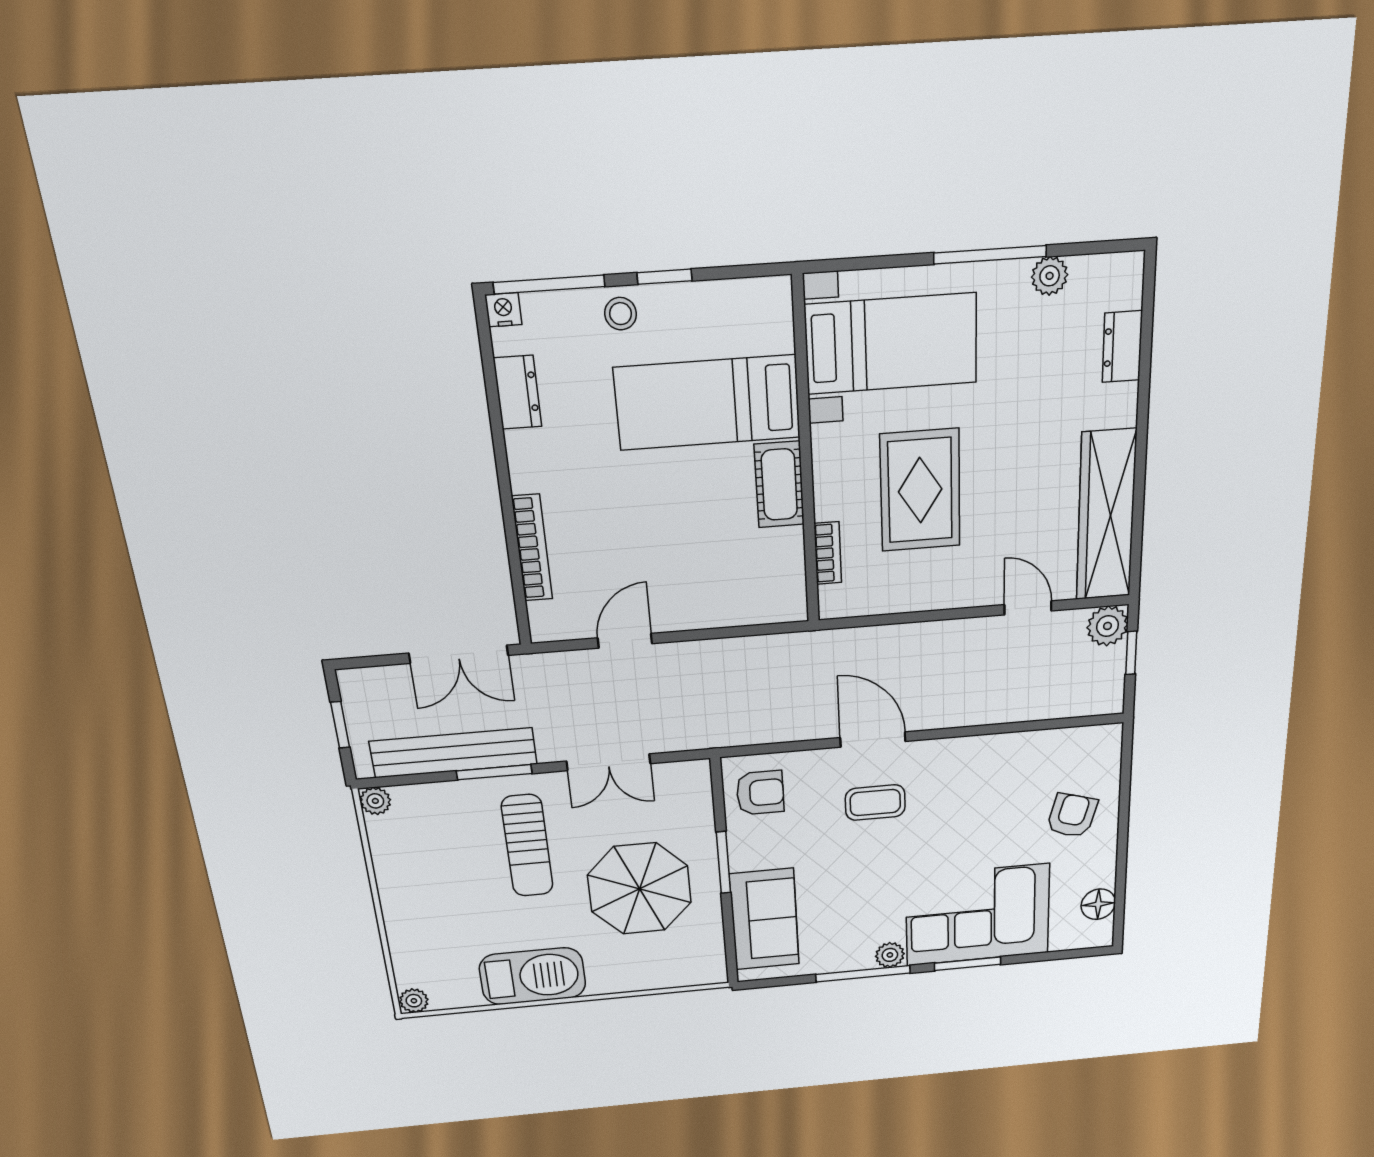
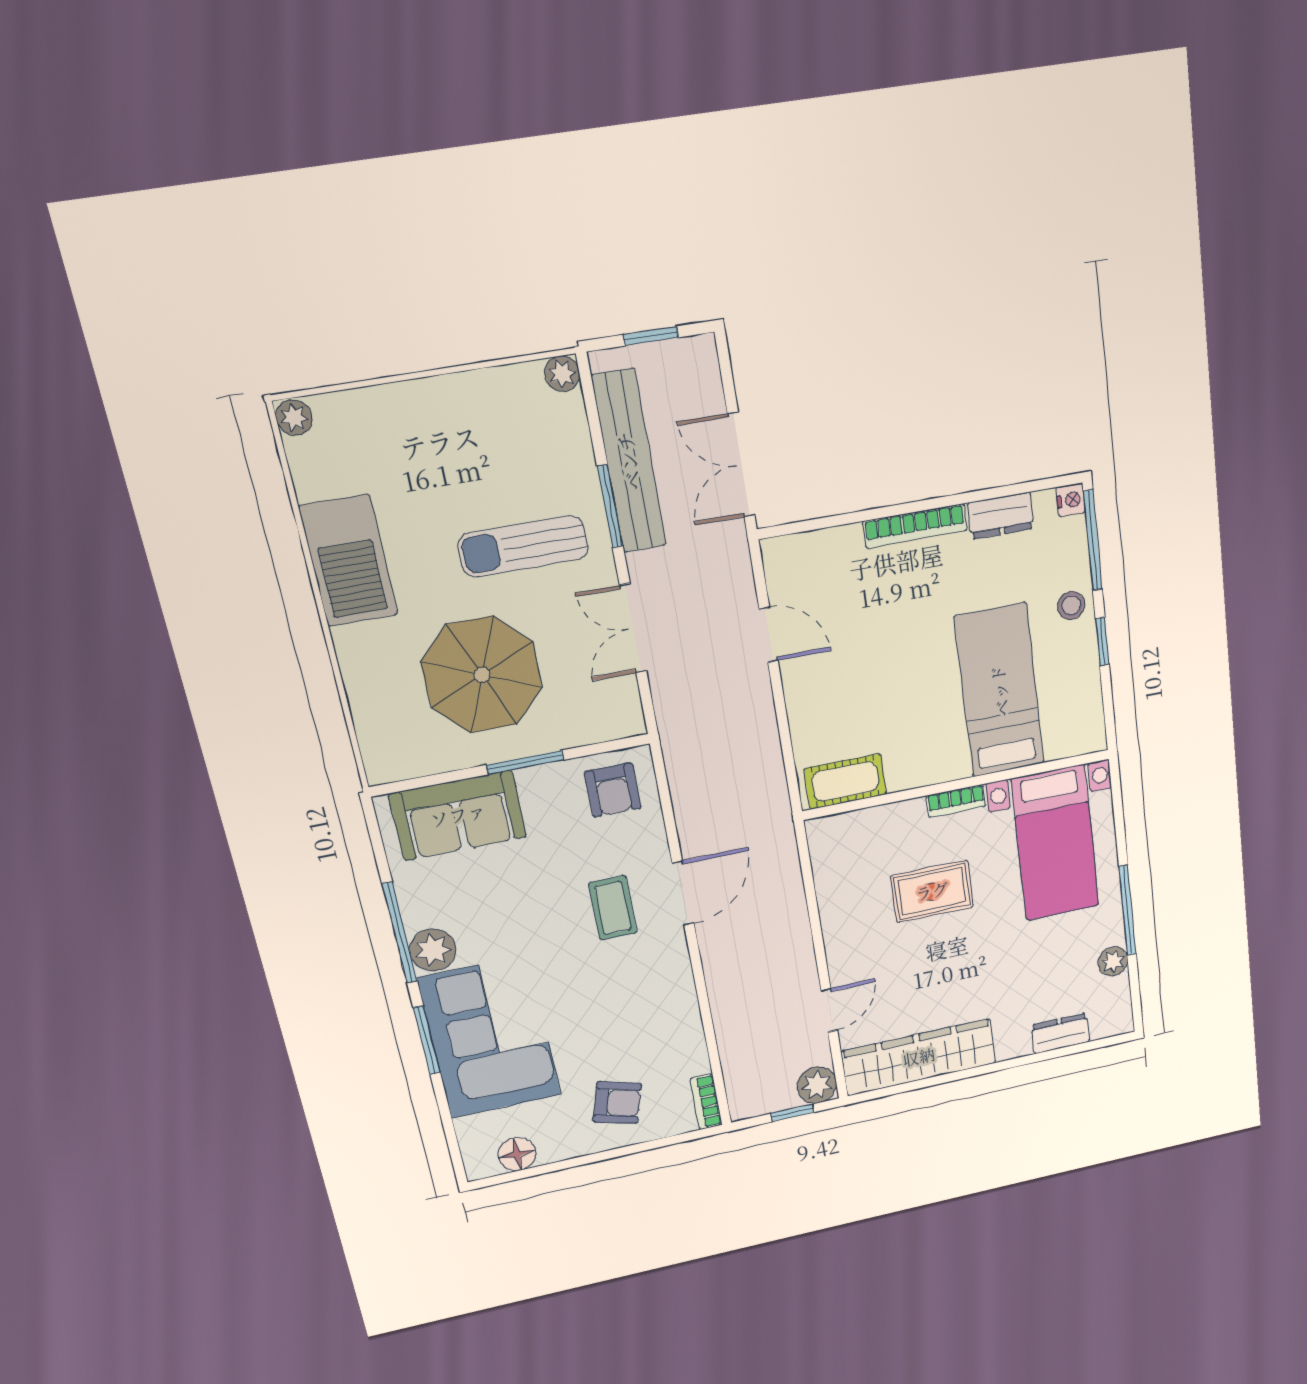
cot: (779, 485) -> (845, 781), moved
rug: (920, 490) -> (932, 891), width x0.73, depth x0.70
bookcase: (532, 548) -> (915, 526), moved
bookcase: (828, 553) -> (956, 801), moved
bookcase: (1094, 735) -> (706, 1102), added
plant: (890, 955) -> (433, 950), width x1.38, depth x1.38

